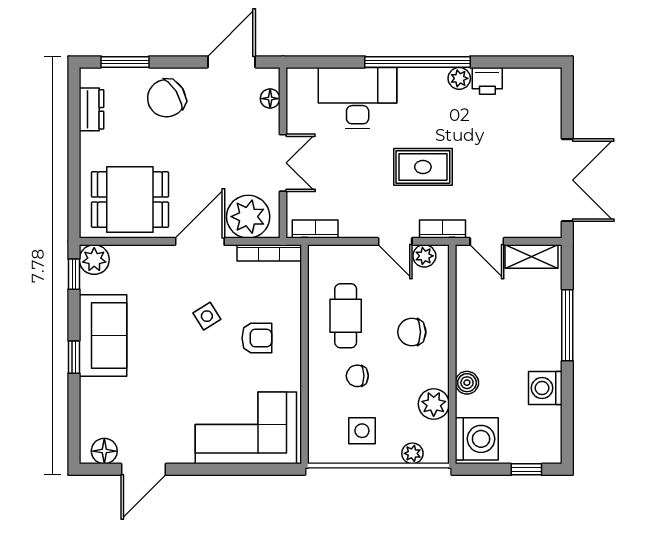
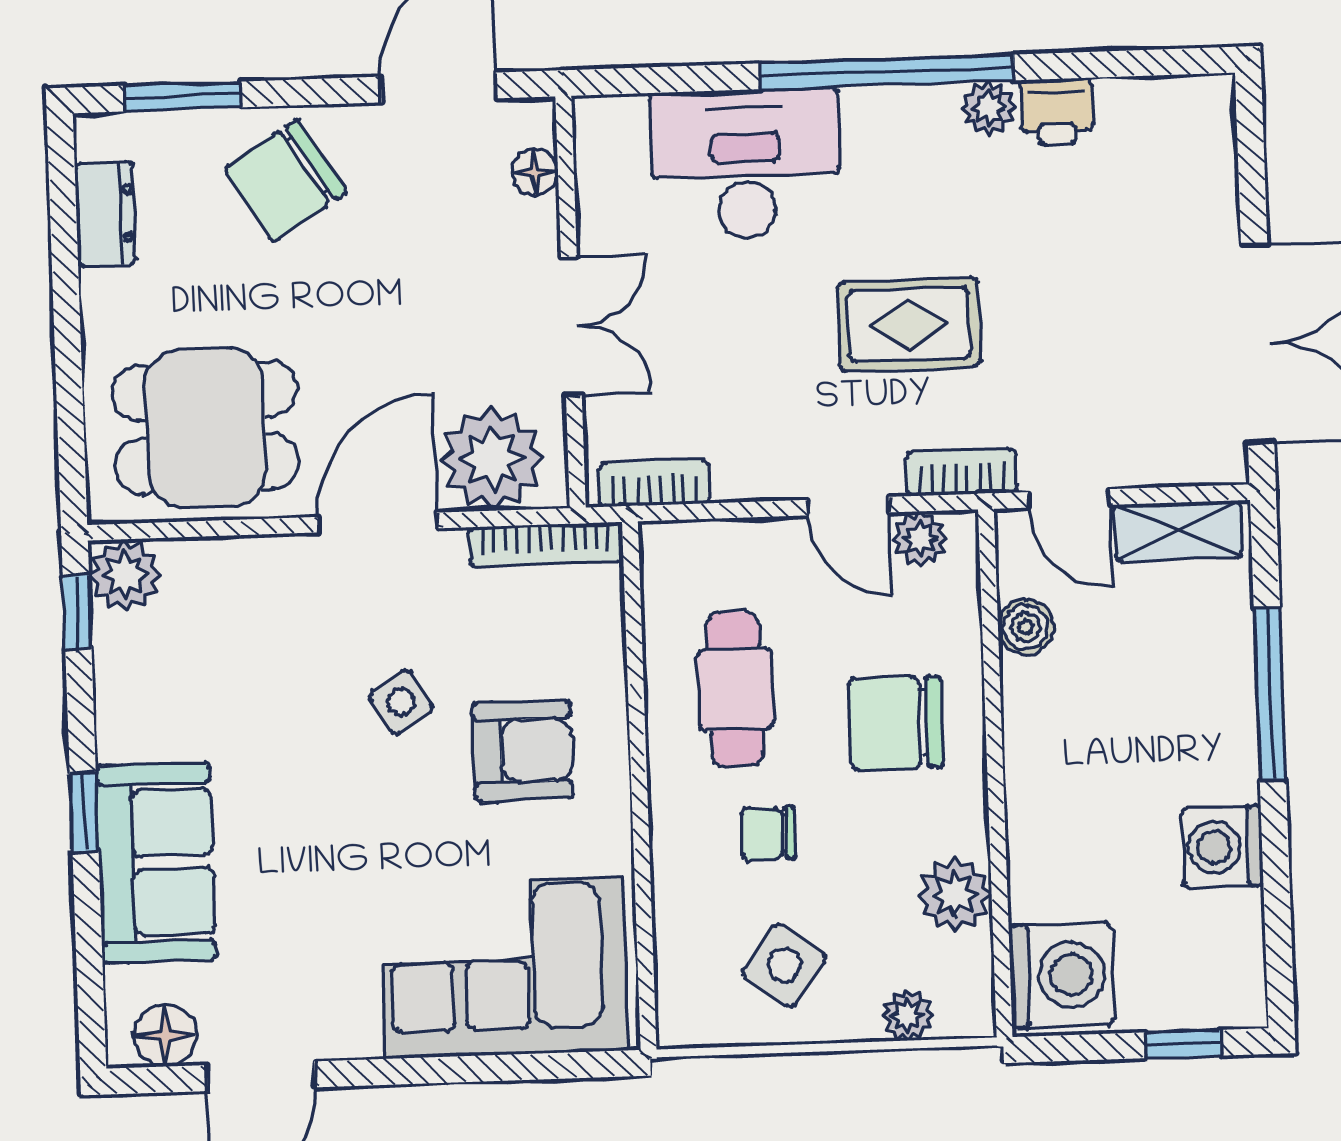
chair: (412, 332) -> (896, 723), width x1.37, depth x1.37
sofa: (103, 336) -> (156, 863), moved
armchair: (257, 338) -> (523, 750), width x1.38, depth x1.38
boiler: (467, 383) -> (1026, 627), moved
side table: (362, 431) -> (784, 965), turned 37

